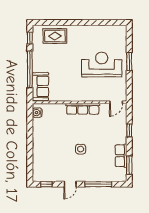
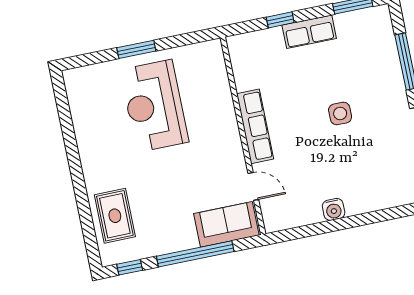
door: (116, 102) -> (253, 186), moved
water cooler: (37, 113) -> (334, 209), moved
row of seats: (121, 156) -> (309, 32), moved

